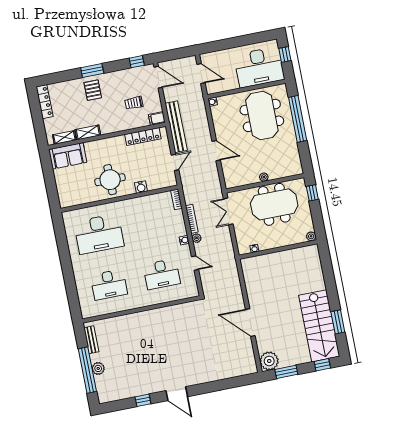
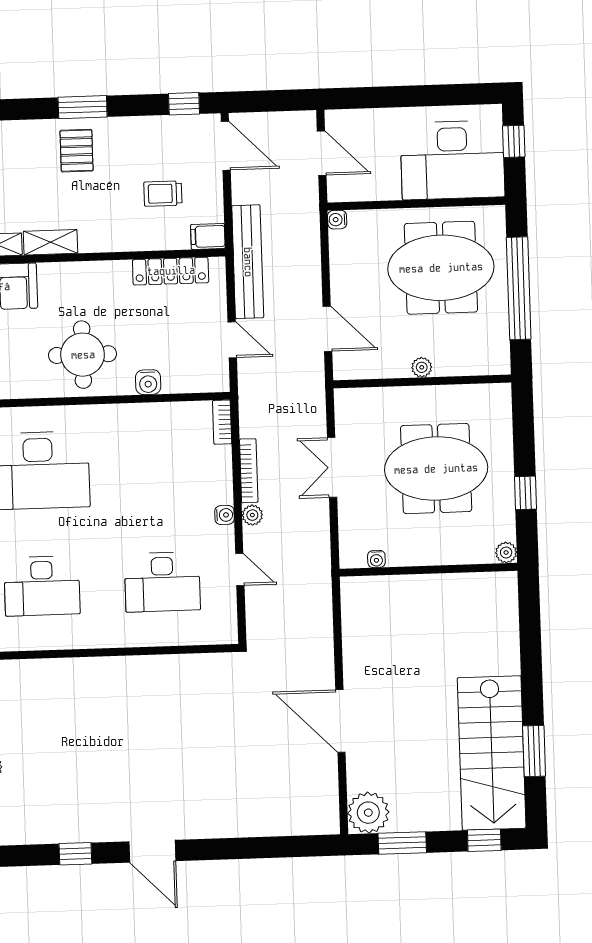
meeting table: (262, 115) -> (441, 268), turned 90
door: (175, 162) -> (232, 340), hinge flipped
plant: (264, 177) -> (422, 367), moved
wall: (265, 183) -> (422, 381), moved
window: (312, 193) -> (525, 493), moved

